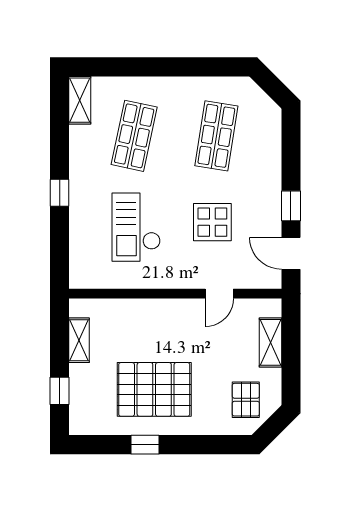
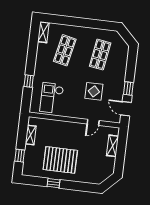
window: (60, 193) -> (29, 81), moved
checkout: (136, 227) -> (52, 98), moved
pallet: (246, 400) -> (99, 169), removed

